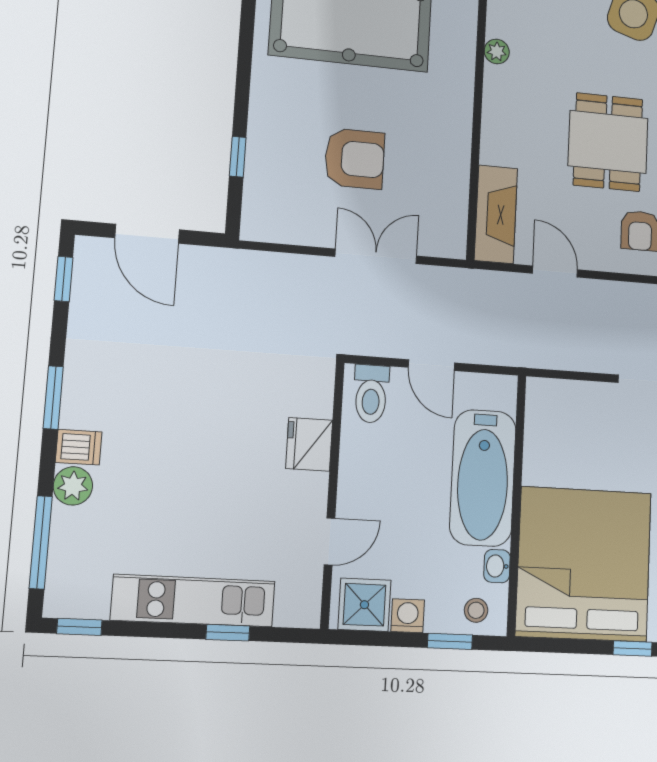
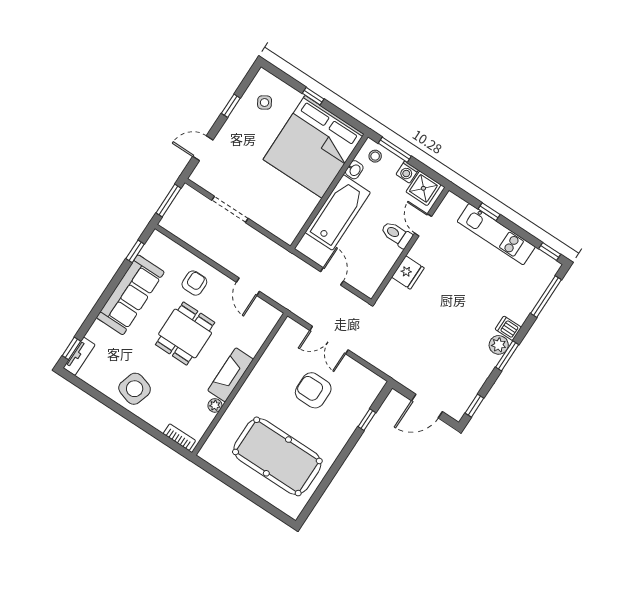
fireplace: (496, 214) -> (231, 375), moved
door: (147, 234) -> (427, 406), swing flipped
toilet: (371, 394) -> (396, 234), moved, turned -90
plant: (73, 486) -> (499, 345), moved
door: (329, 541) -> (423, 225), hinge flipped
window: (450, 641) -> (395, 150), width x1.50

